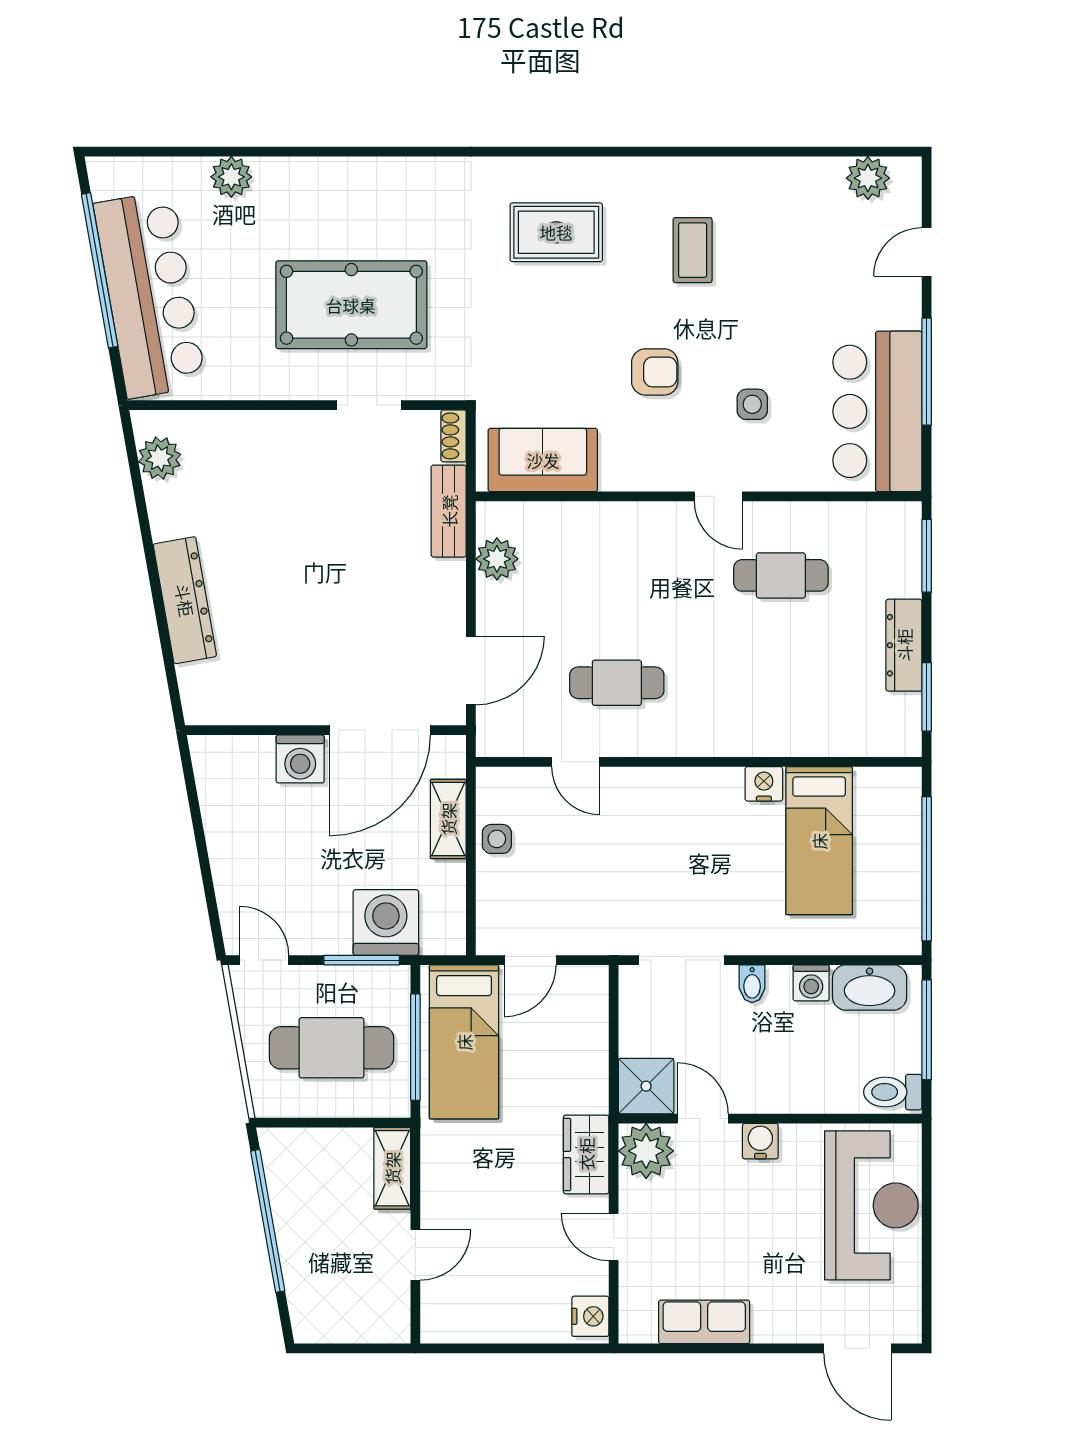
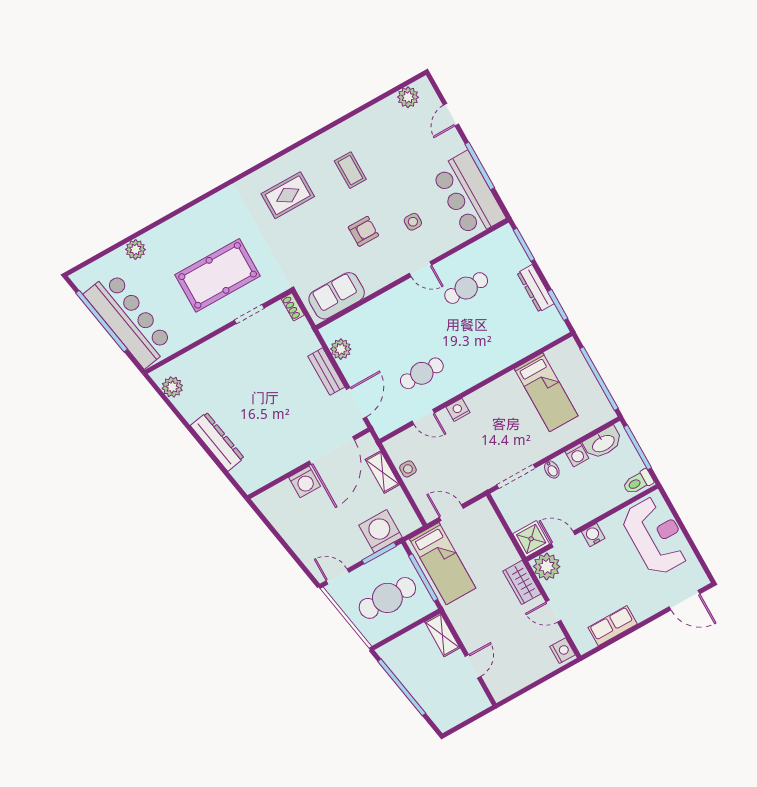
bench: (449, 511) -> (326, 372), moved
nightstand: (764, 784) -> (458, 410), moved
door: (530, 960) -> (451, 513), swing flipped

